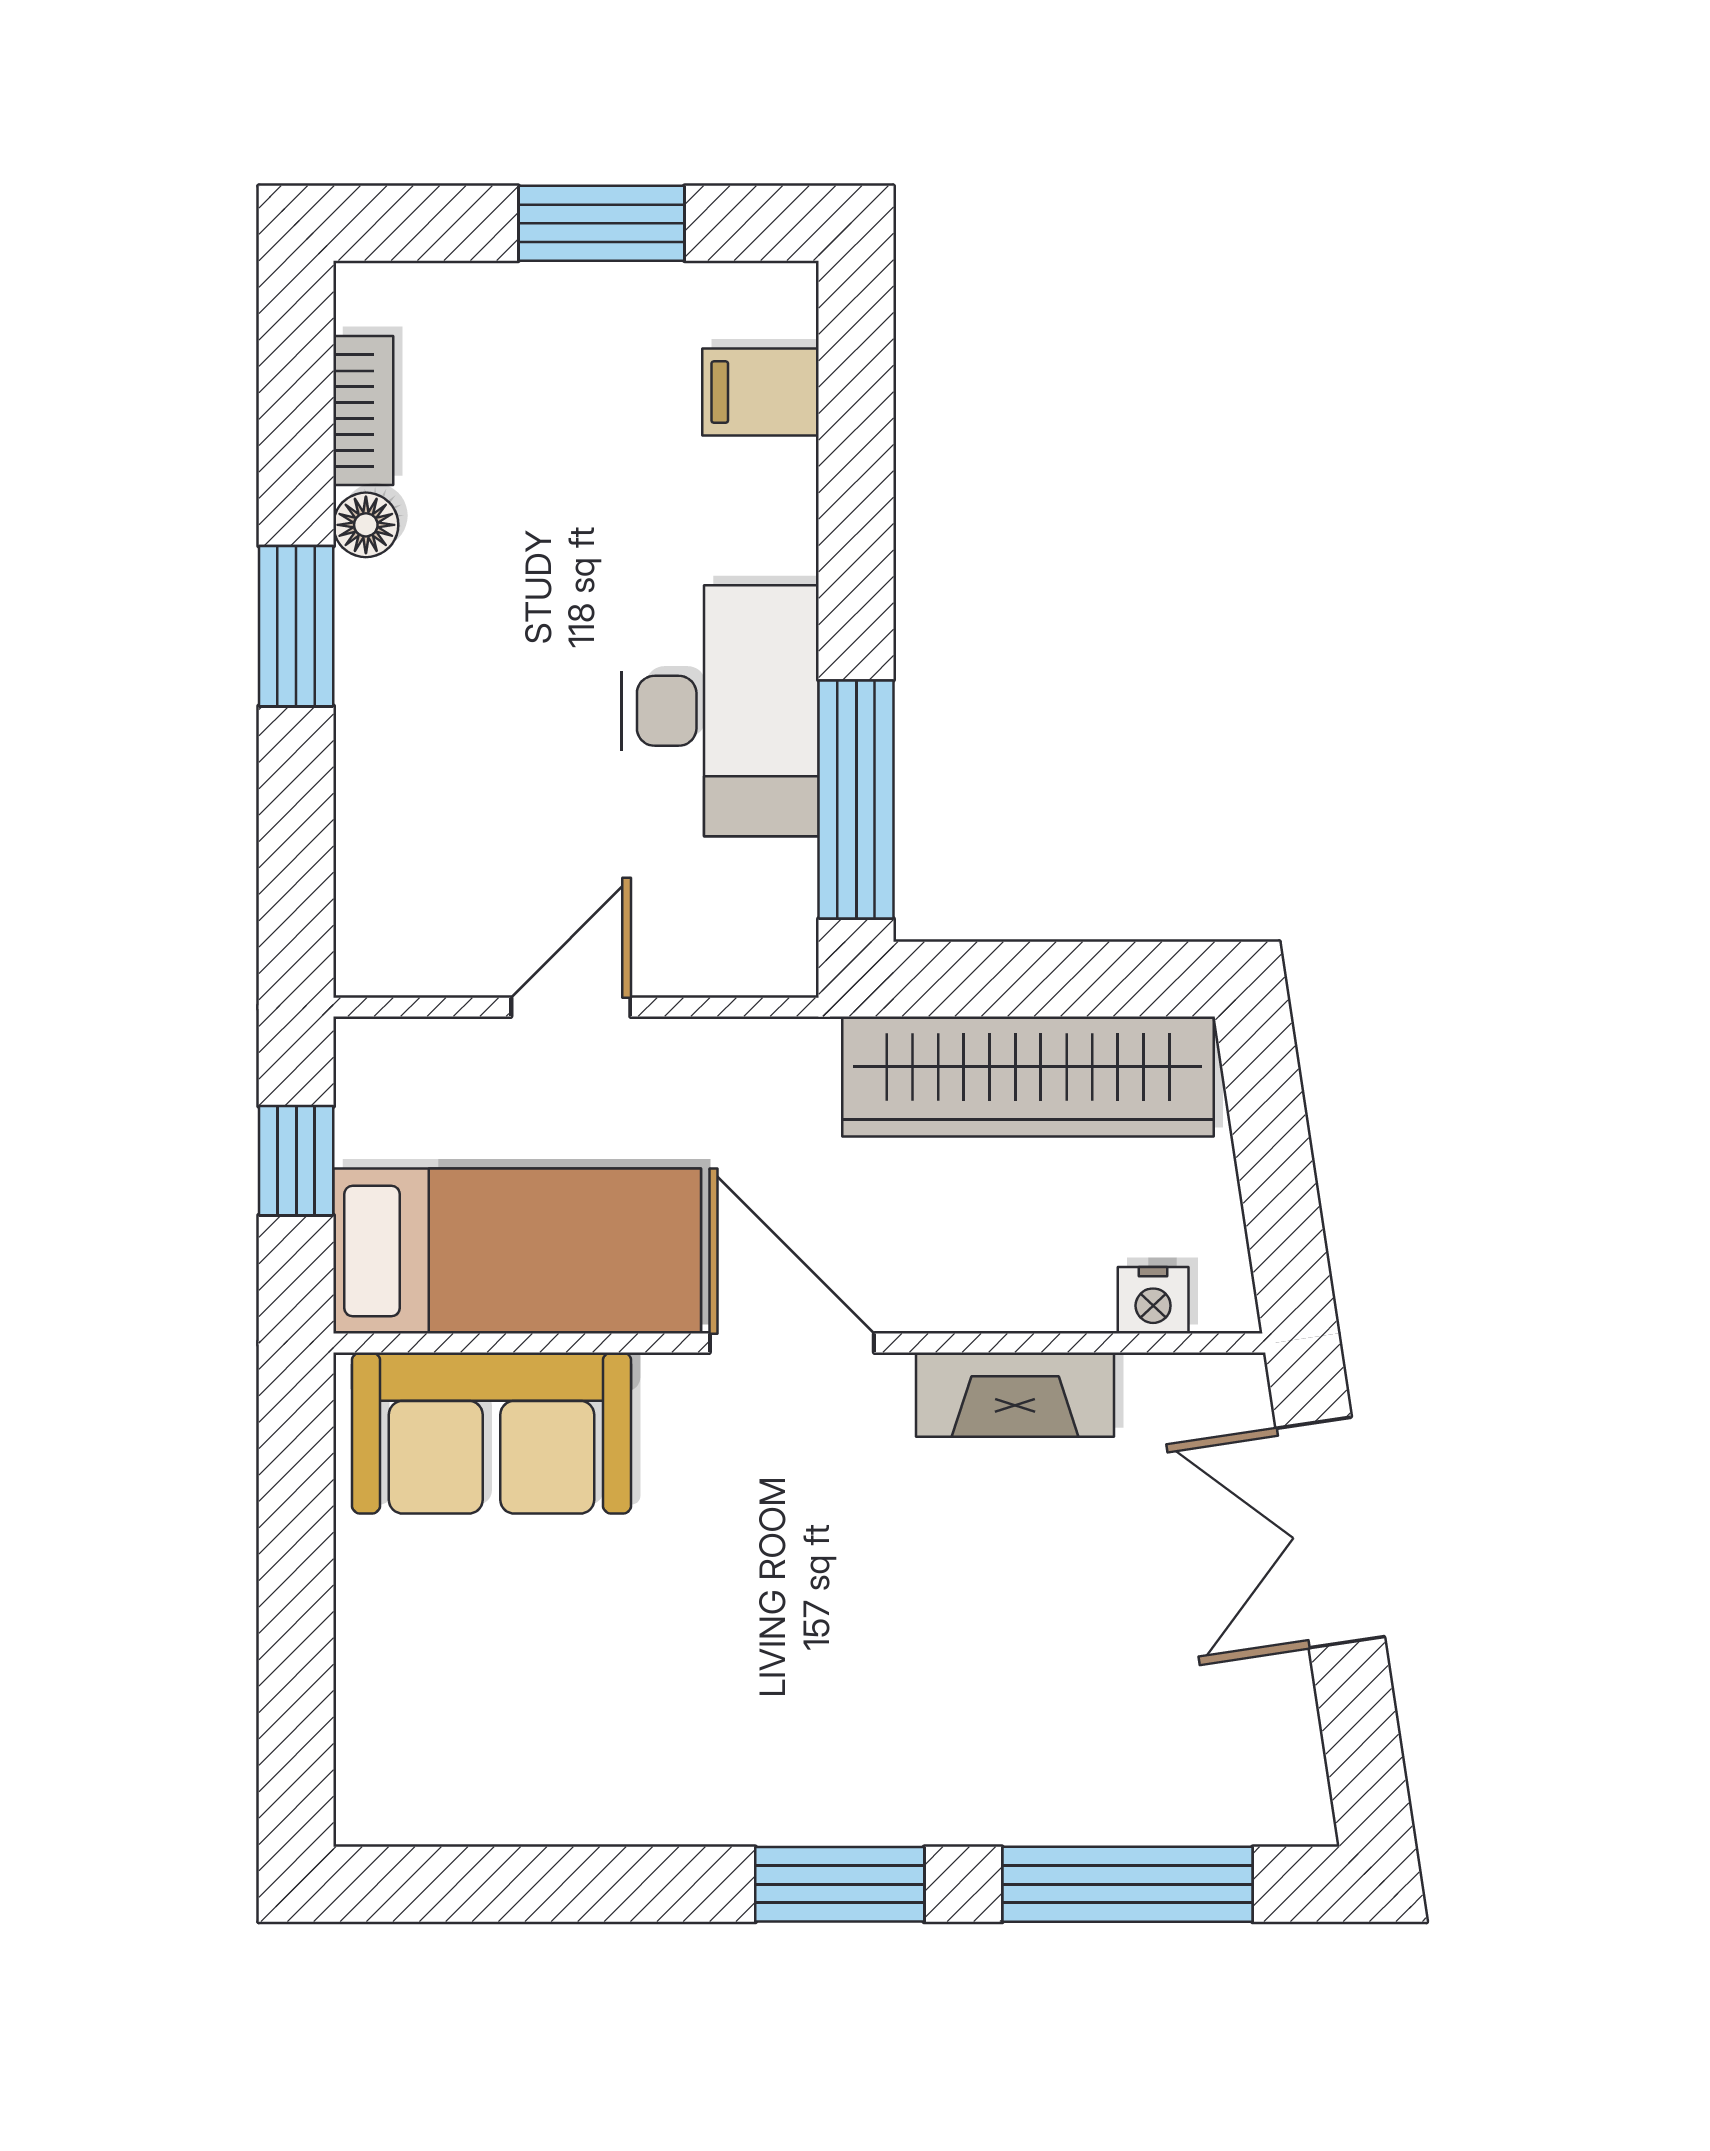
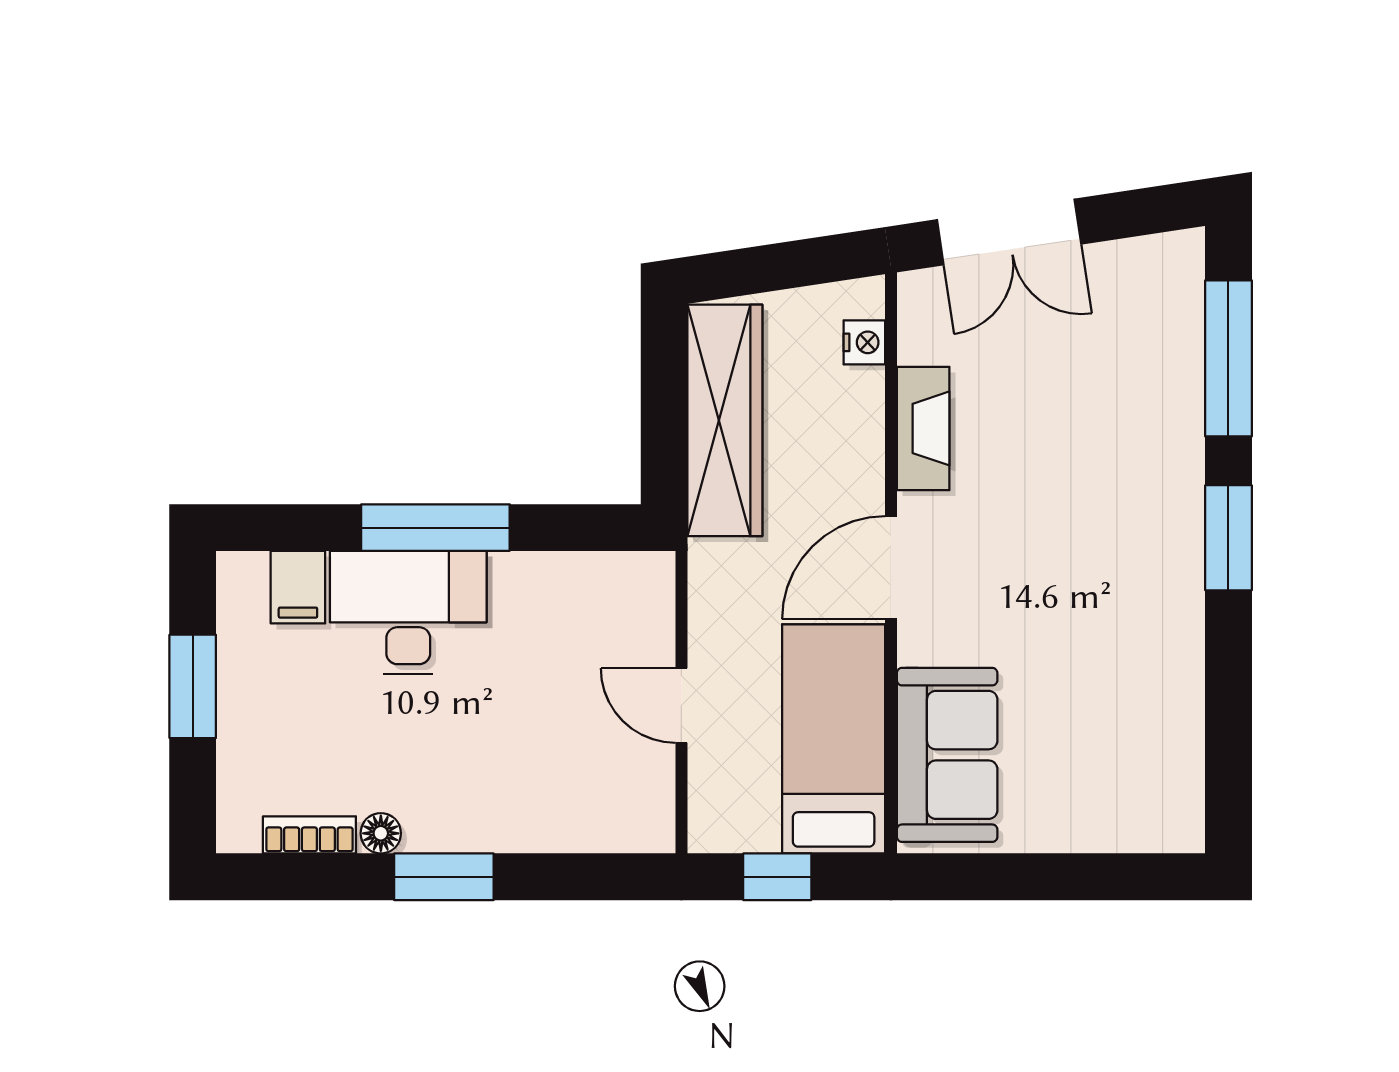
desk: (720, 711) -> (408, 612), moved
window: (856, 799) -> (435, 528), moved

